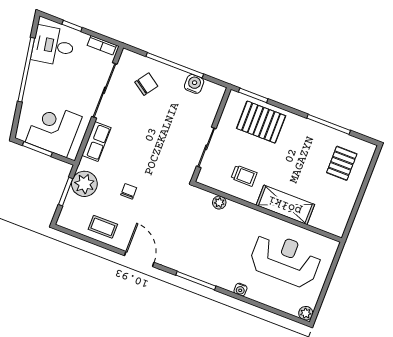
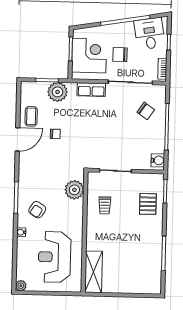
water cooler: (194, 84) -> (158, 160), moved
chair: (66, 91) -> (120, 55), added
pallet: (261, 122) -> (148, 204), width x0.67, depth x0.71
pallet: (342, 163) -> (139, 273), removed
chair: (129, 191) -> (55, 134), moved
plant: (219, 203) -> (74, 190), width x1.88, depth x1.88
shelving: (285, 205) -> (93, 272), moved
door: (139, 259) -> (18, 139), moved
armchair: (220, 260) -> (37, 210), added
reception desk: (285, 260) -> (55, 257), turned 180

